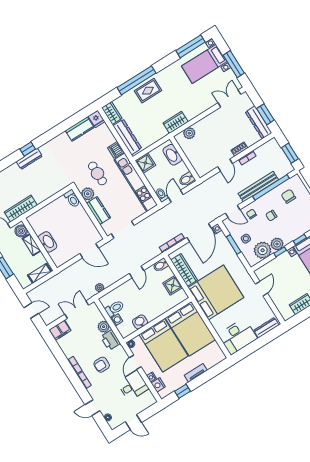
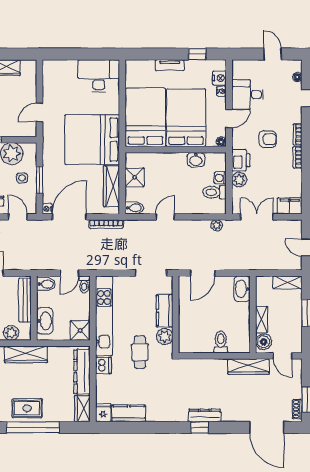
wardrobe: (176, 122) -> (26, 354), width x1.50
bench: (194, 160) -> (25, 300), added
toilet: (72, 199) -> (221, 342), moved
washbasin: (48, 242) -> (242, 289), moved
door: (89, 251) -> (203, 273), swing flipped
shelving: (40, 273) -> (287, 282), moved
double door: (77, 310) -> (257, 217), swing flipped
dresser: (266, 328) -> (61, 66), removed

